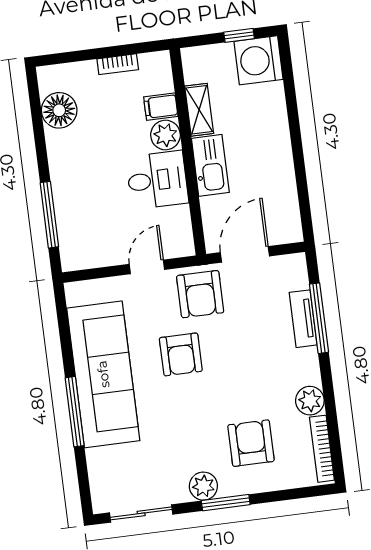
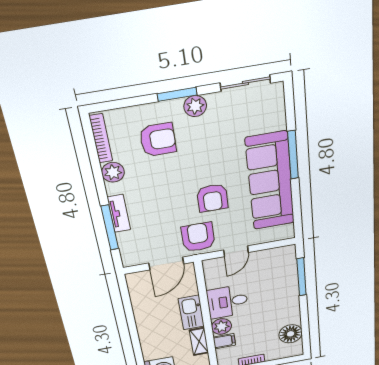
tv unit: (303, 319) -> (119, 213), moved
armchair: (181, 354) -> (212, 198), turned 180
armchair: (251, 443) -> (158, 140), turned -90

